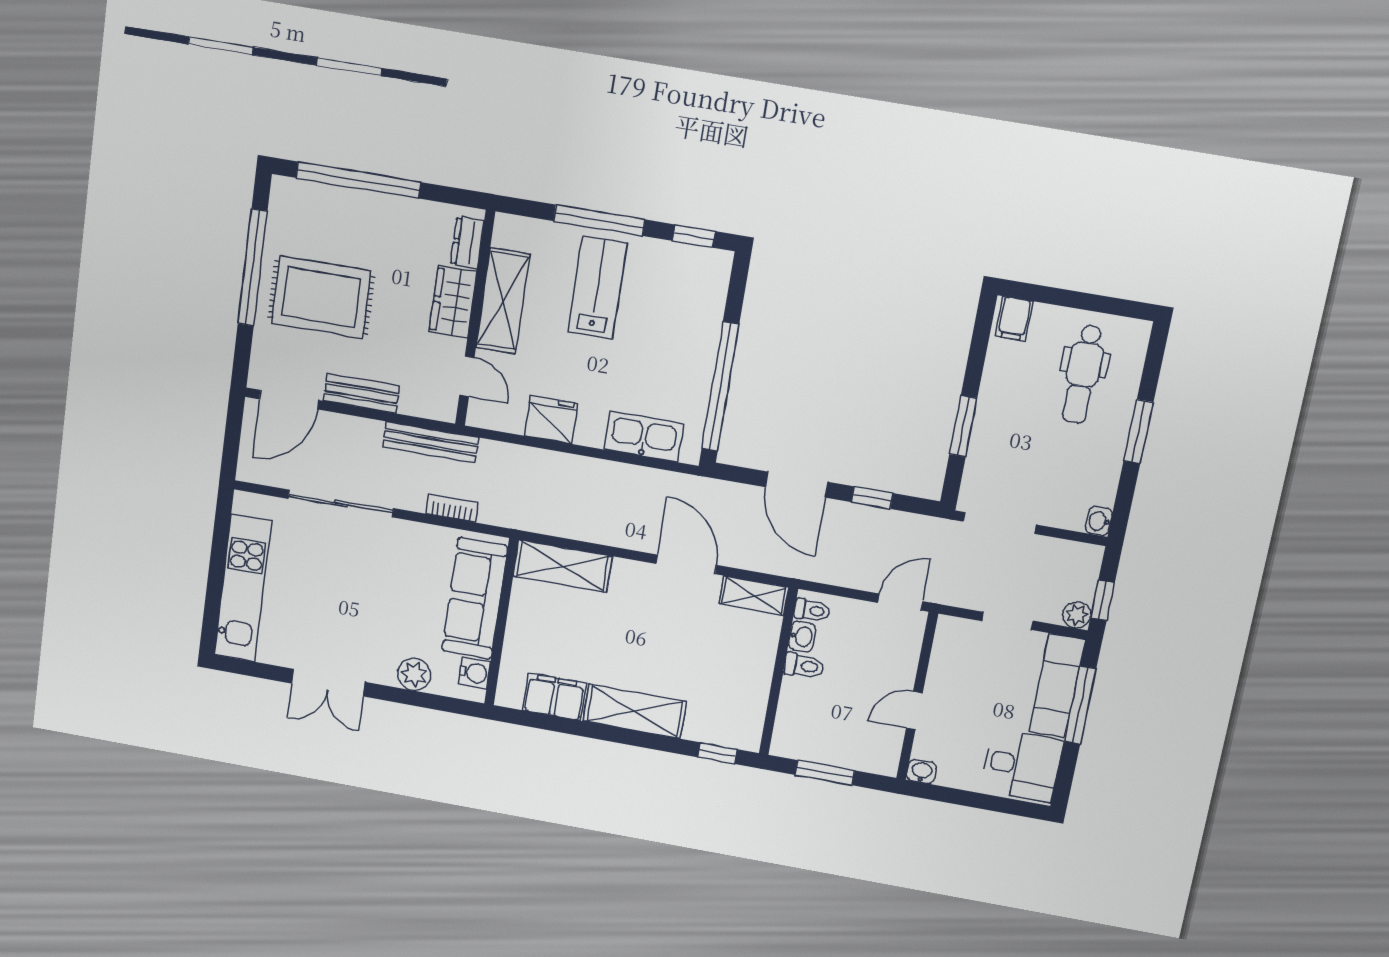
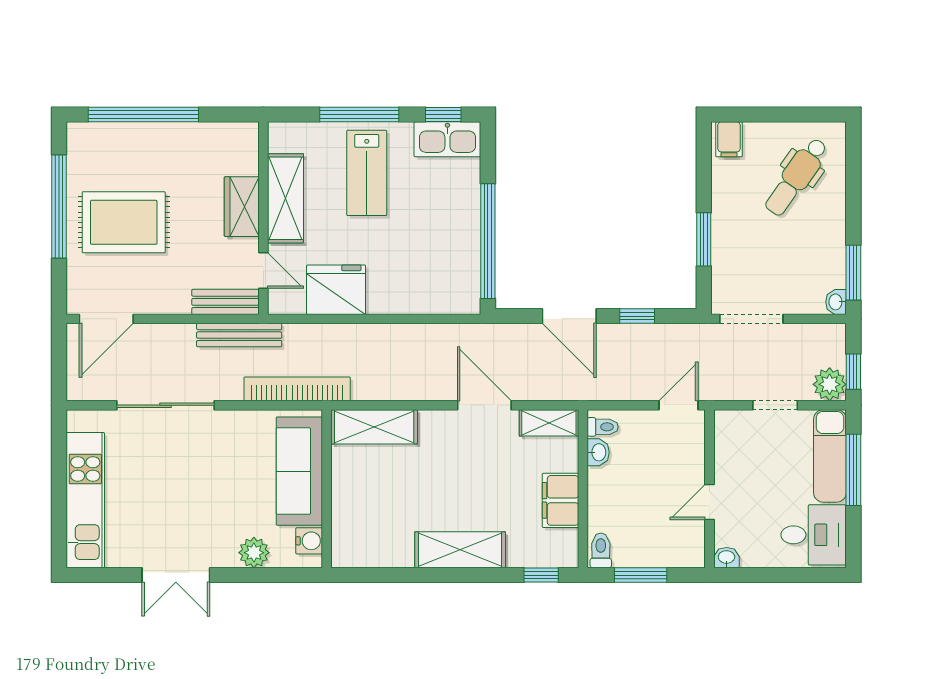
dresser: (467, 243) -> (247, 153), removed
lab bench: (597, 288) -> (367, 173), turned 180
dental chair: (1083, 374) -> (796, 177), turned 35
bench: (361, 393) -> (225, 302), moved
fridge: (551, 420) -> (336, 290), width x1.36, depth x1.34
window: (1138, 432) -> (853, 273), moved
kitchen sink: (644, 437) -> (447, 139), moved, turned 180
bookcase: (452, 508) -> (297, 389), width x2.31, depth x1.31
plant: (1077, 615) -> (830, 384), width x1.38, depth x1.38
toilet: (804, 666) -> (601, 550), moved, turned -90
filing cabinet: (554, 697) -> (560, 500), moved, turned -90

